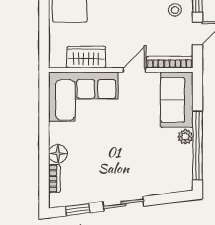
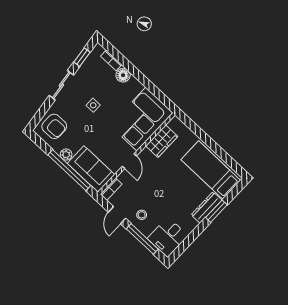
bookcase: (170, 62) -> (111, 189), width x0.64
window: (197, 145) -> (69, 170), moved
side table: (114, 155) -> (93, 105), added
armchair: (169, 173) -> (54, 126), added

